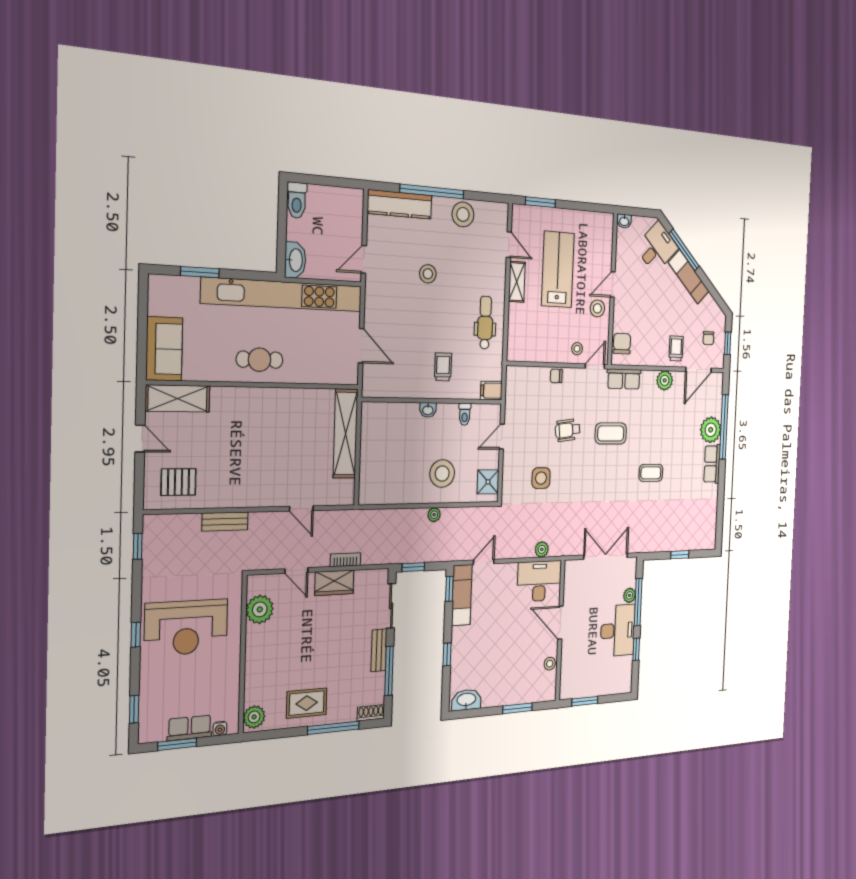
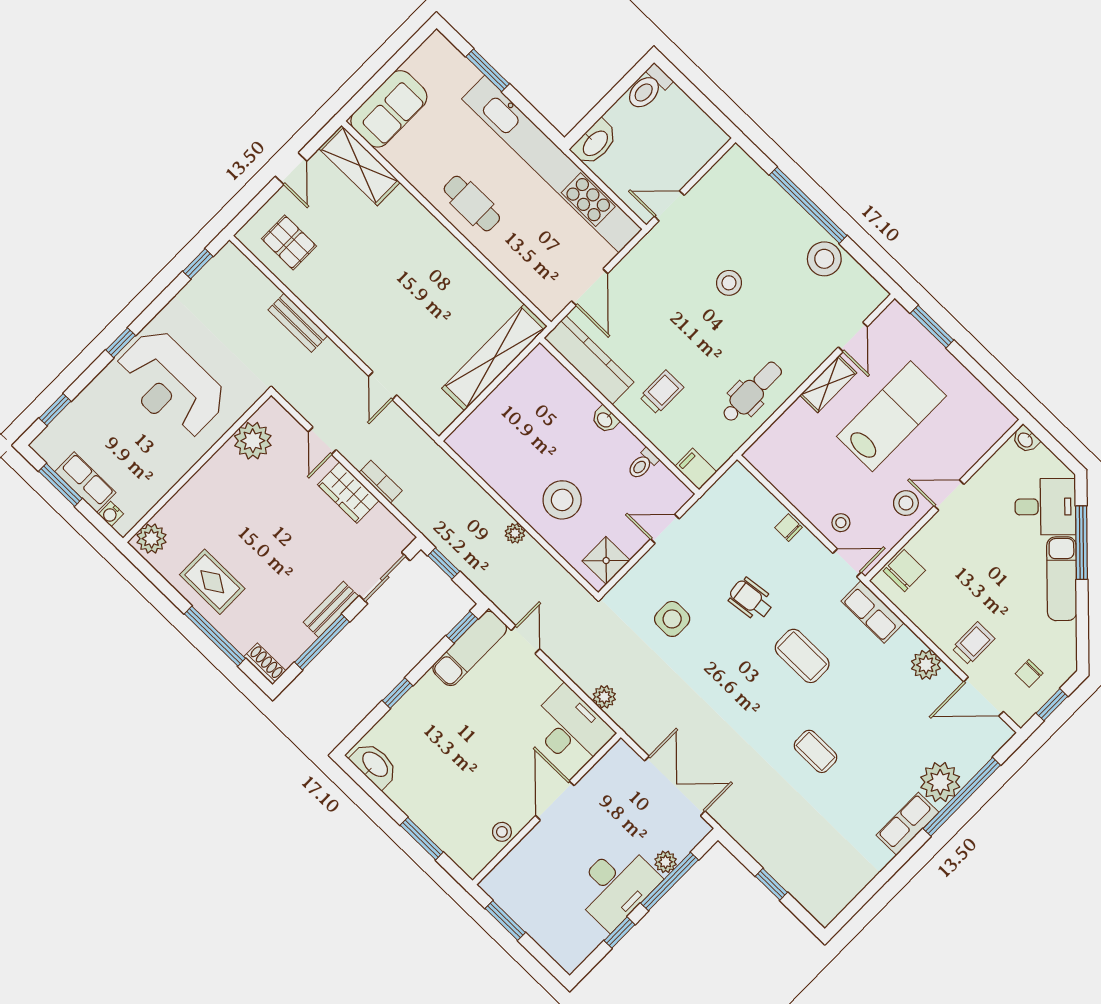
kitchen counter: (400, 204) -> (589, 360), moved, turned 180
door: (484, 562) -> (525, 640), hinge flipped

